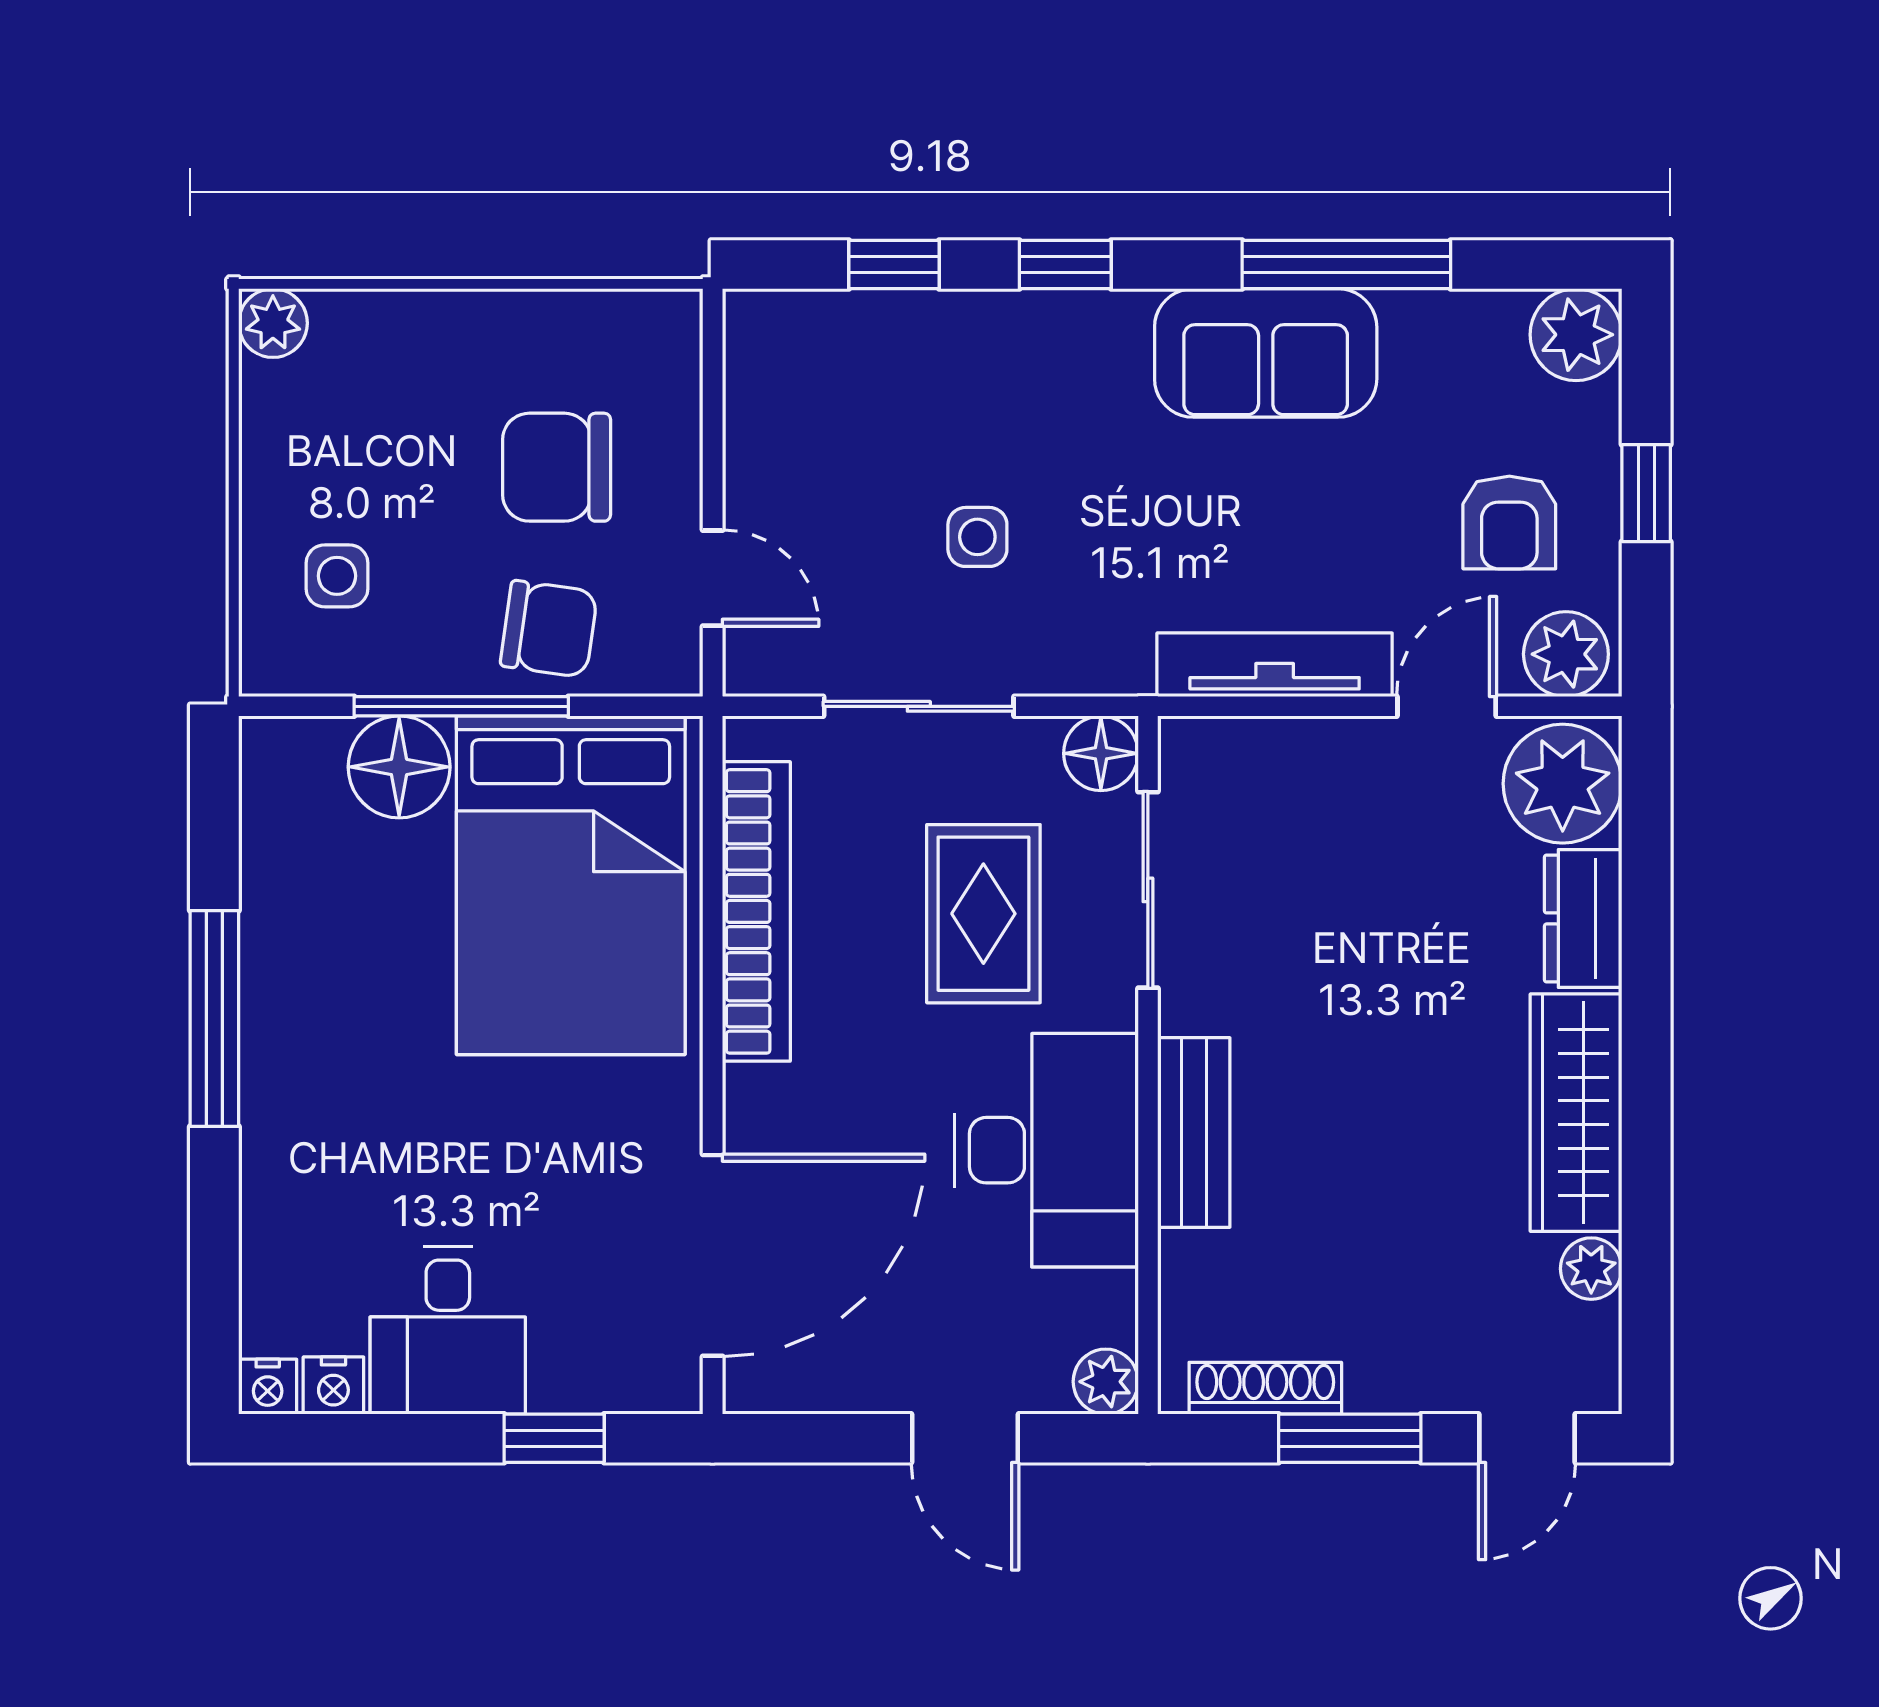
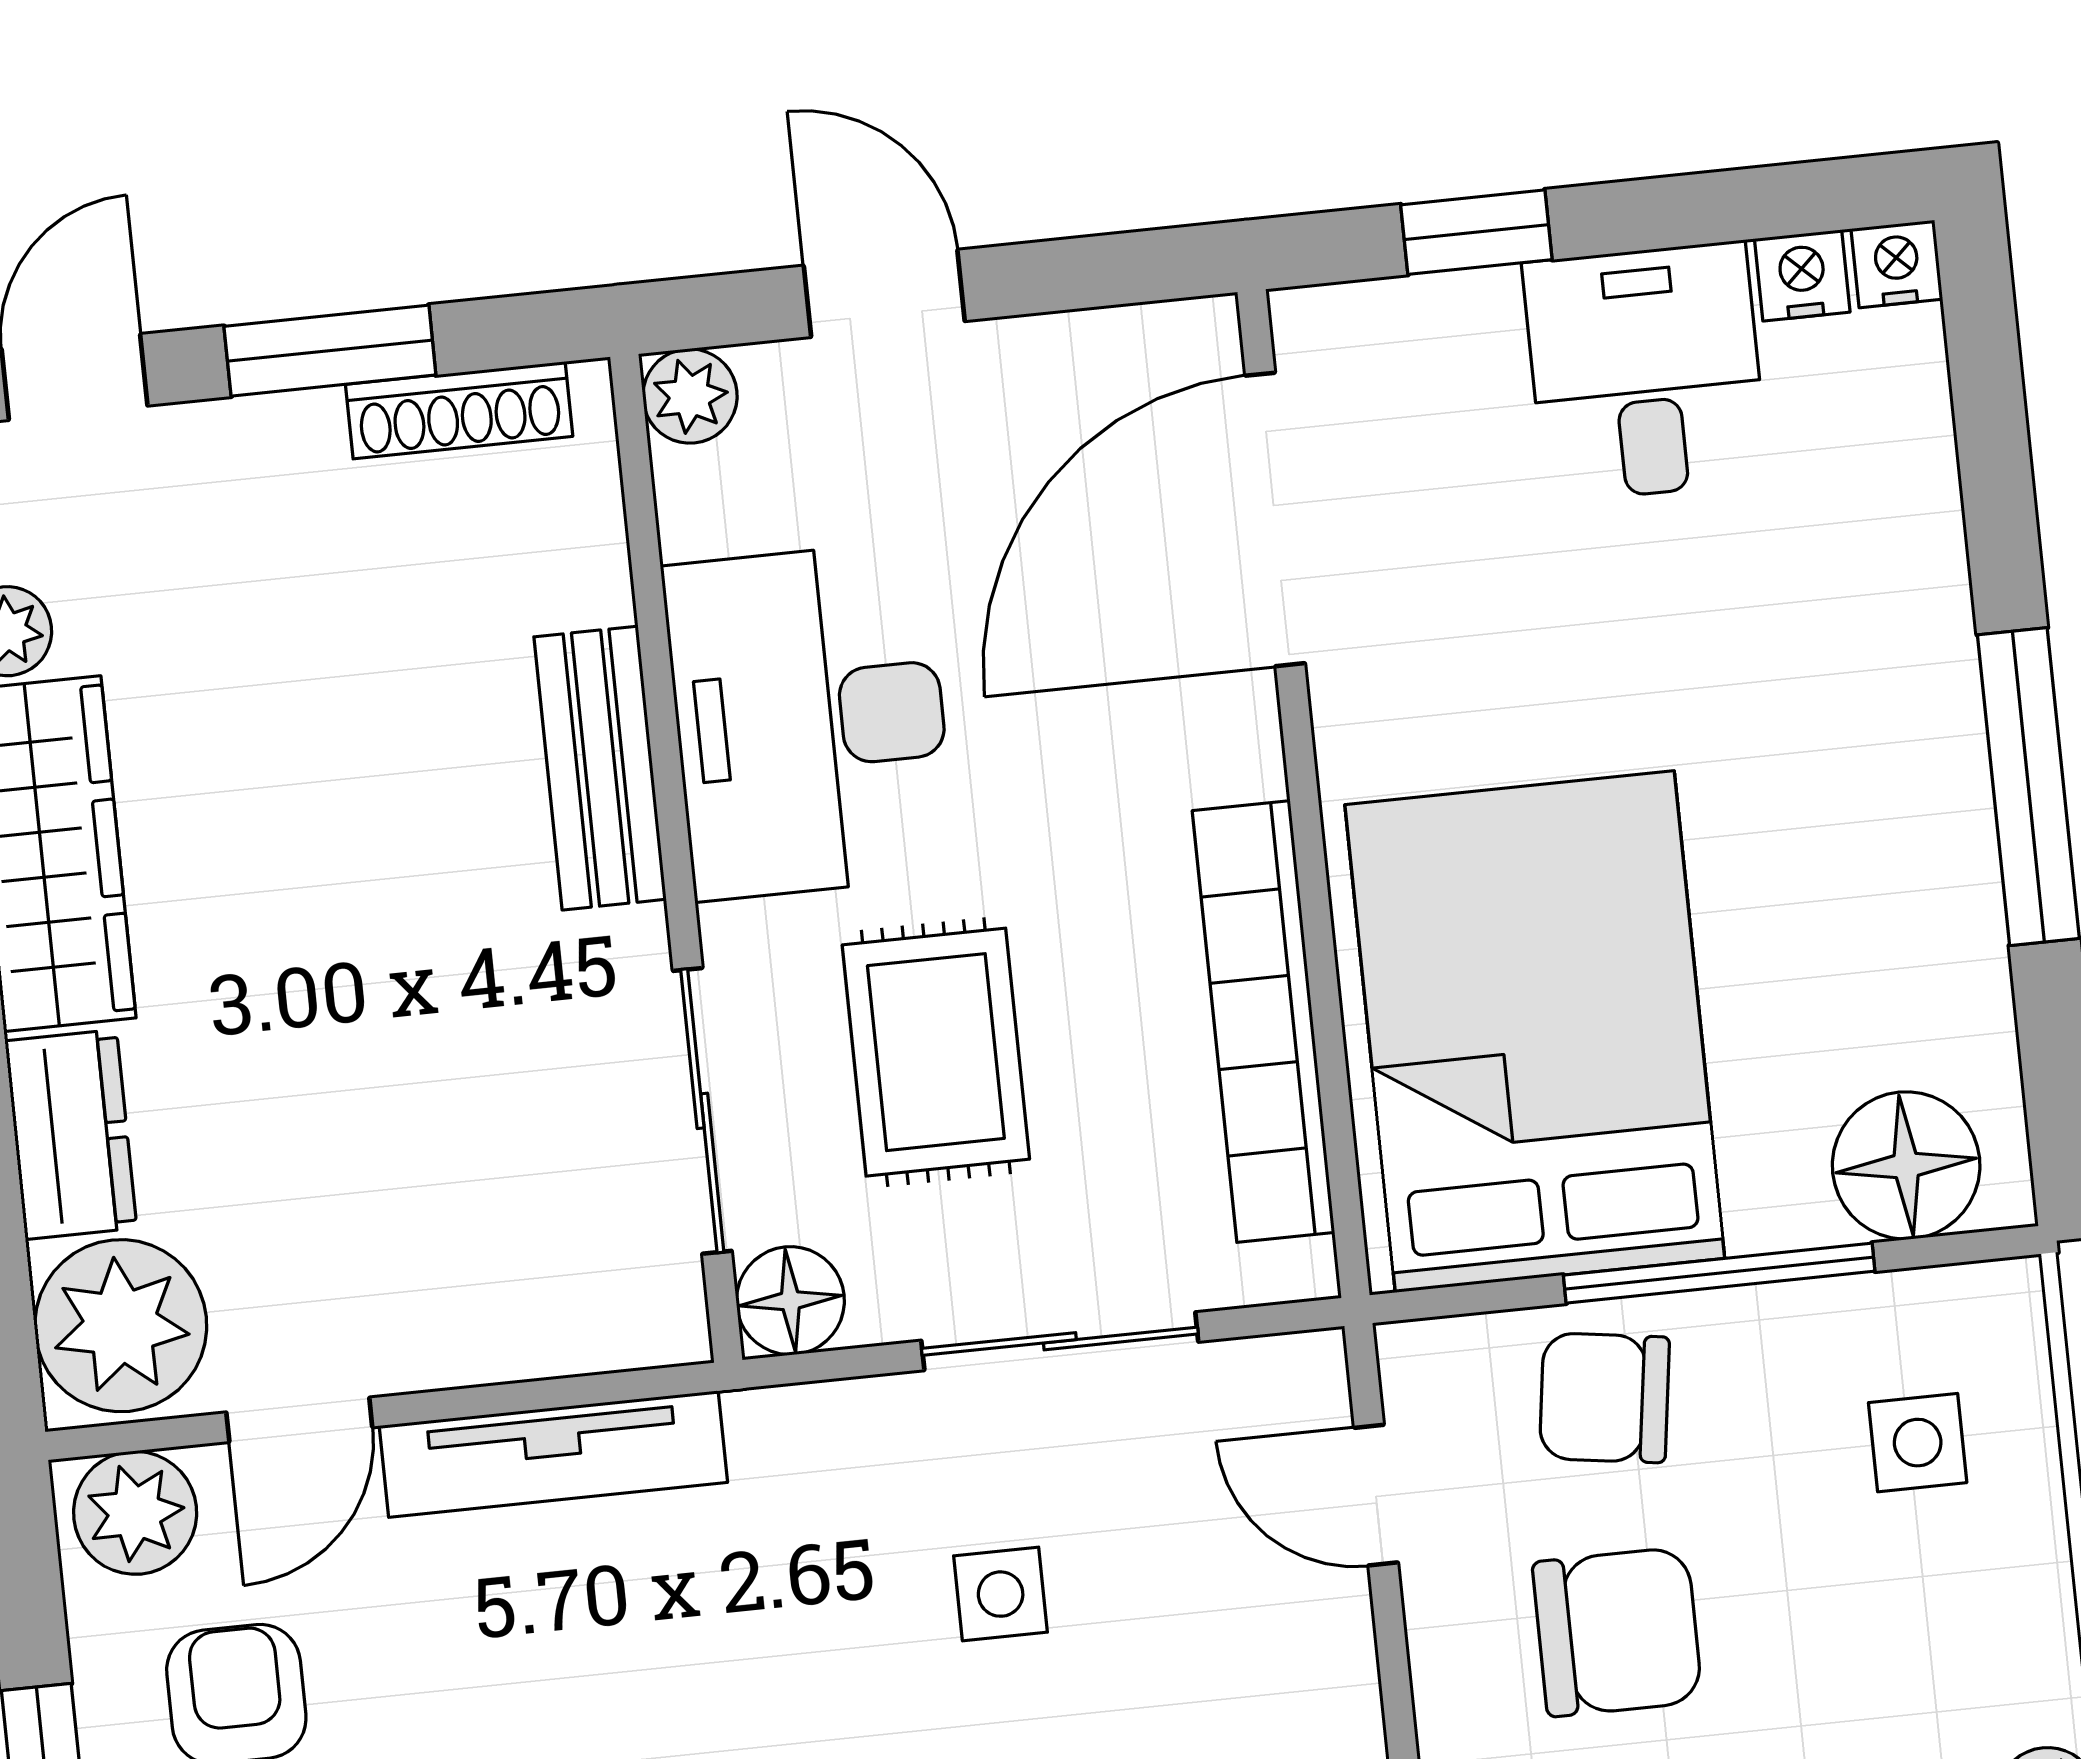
floor lamp: (399, 767) -> (1906, 1165), moved

